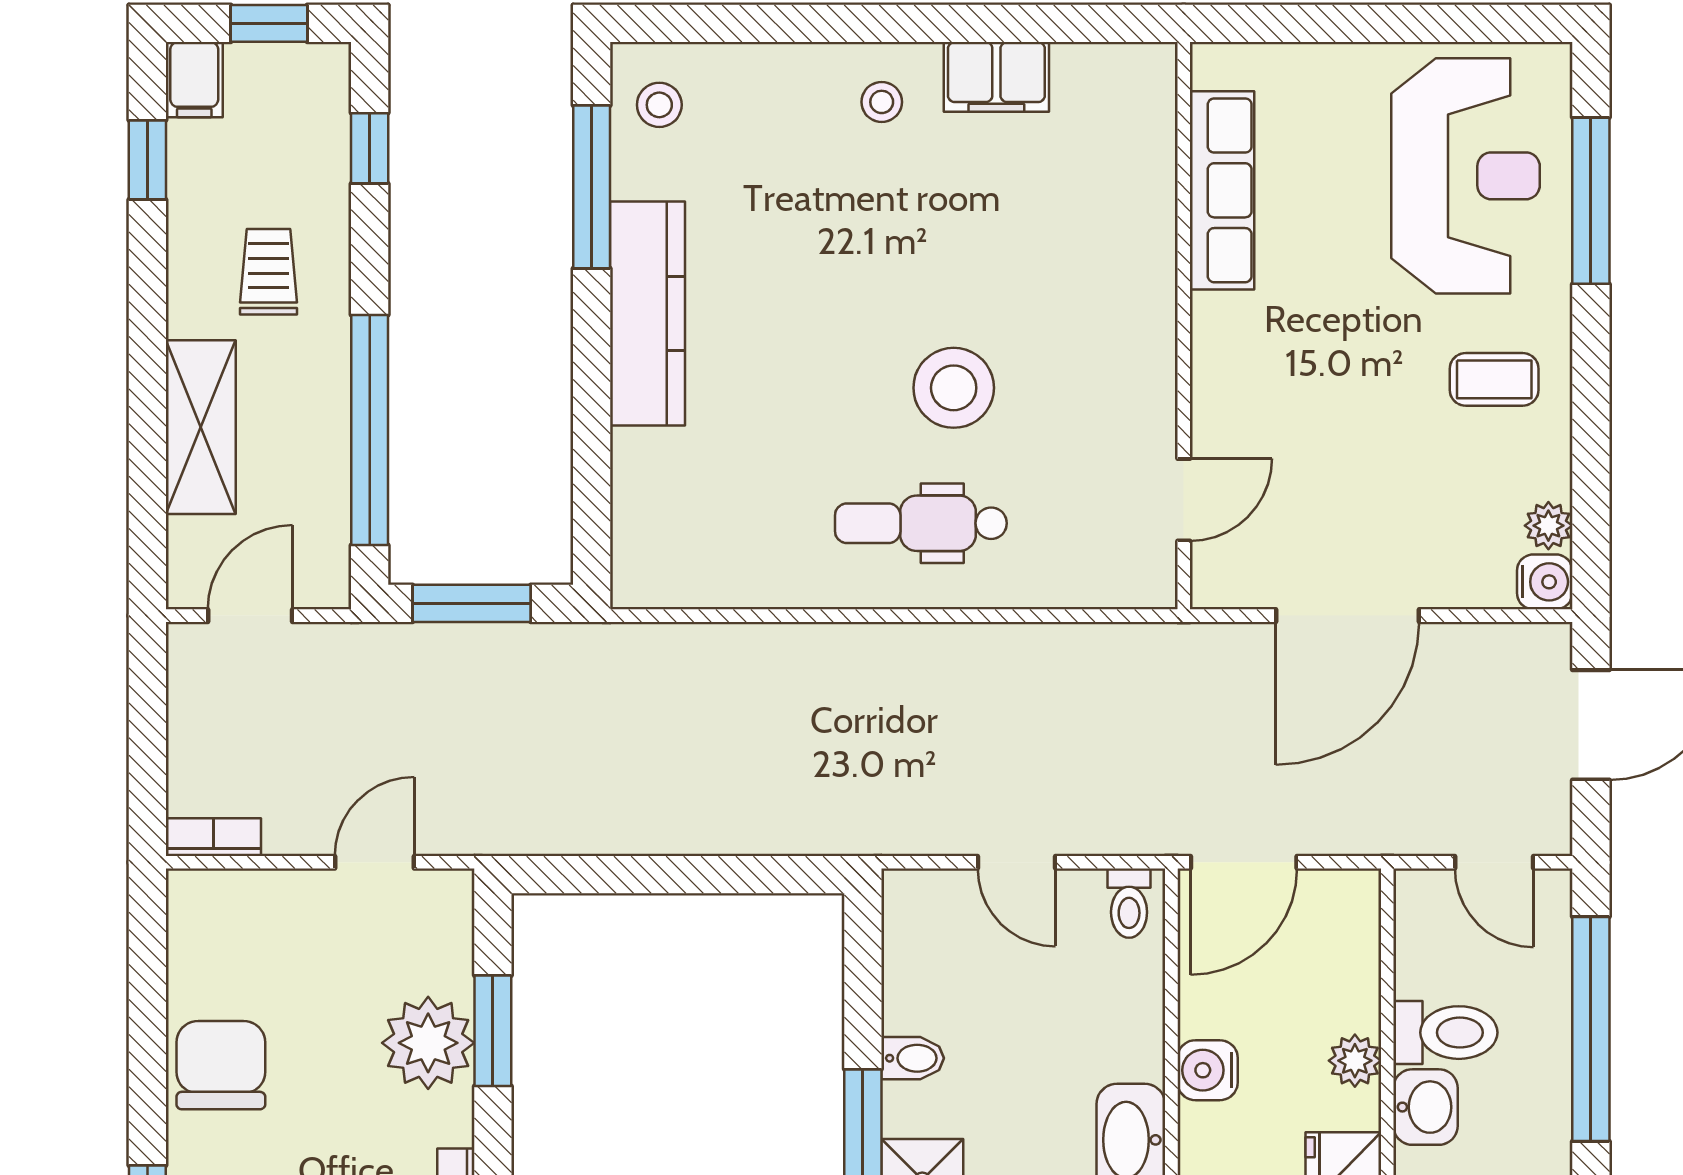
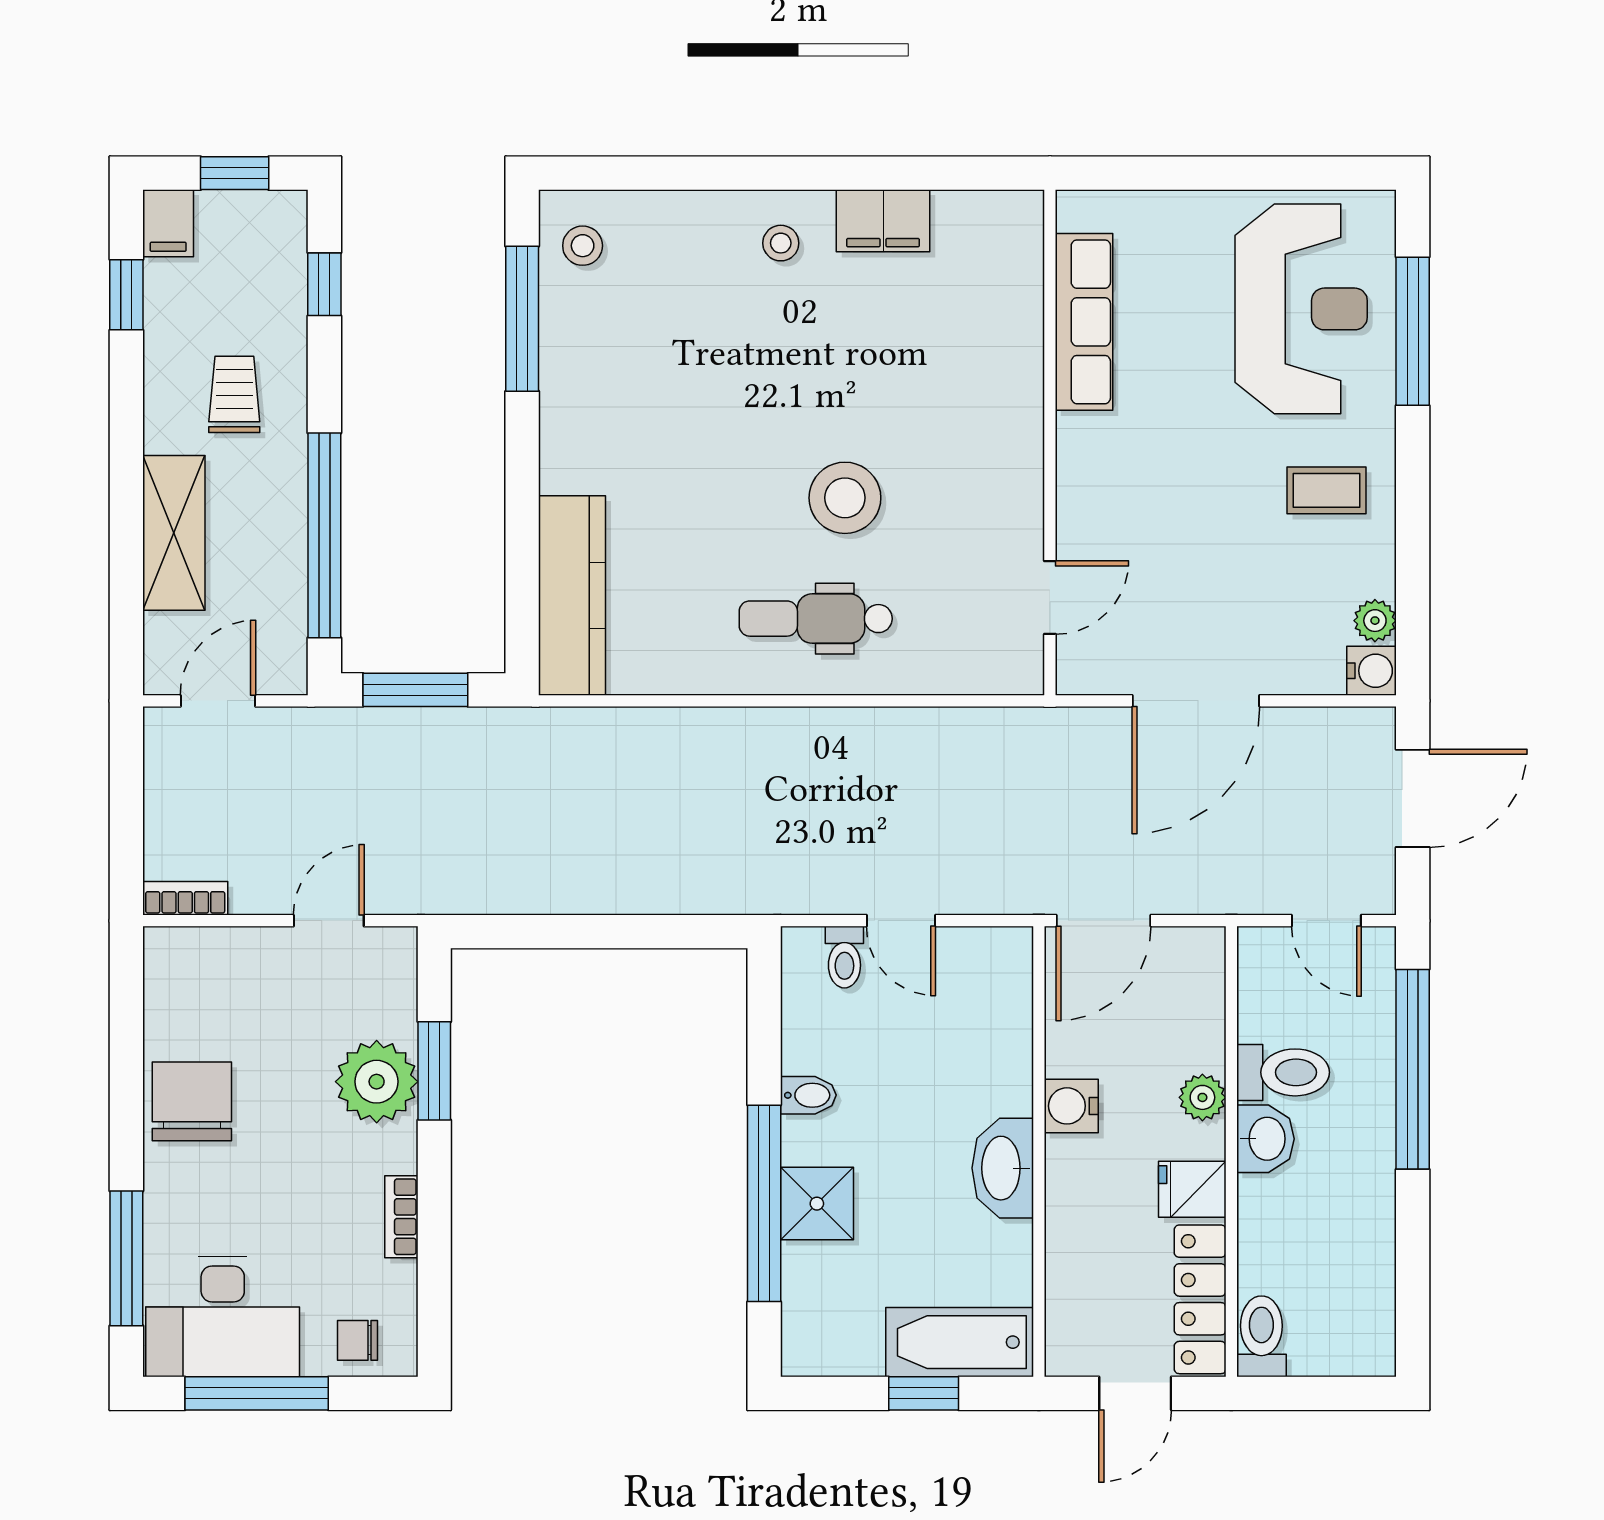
kitchen counter: (647, 314) -> (572, 595), moved
toilet: (1129, 903) -> (844, 957), moved

